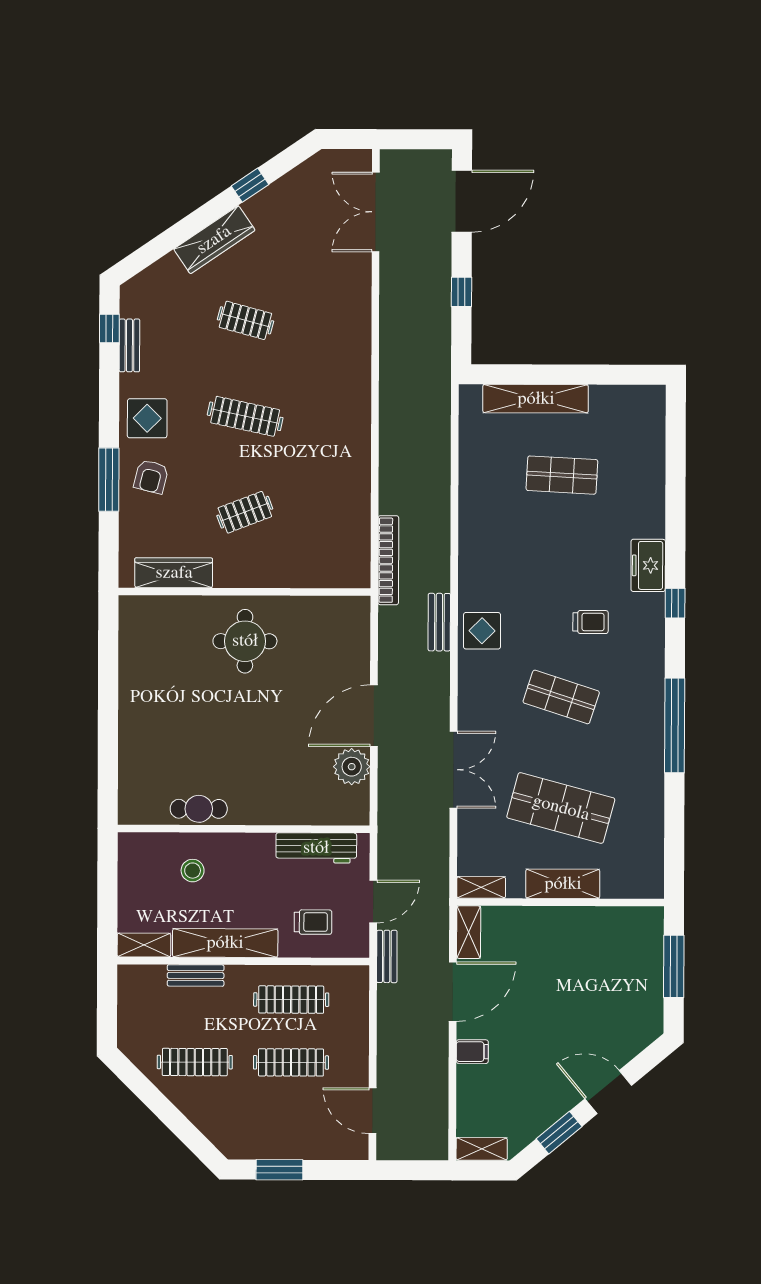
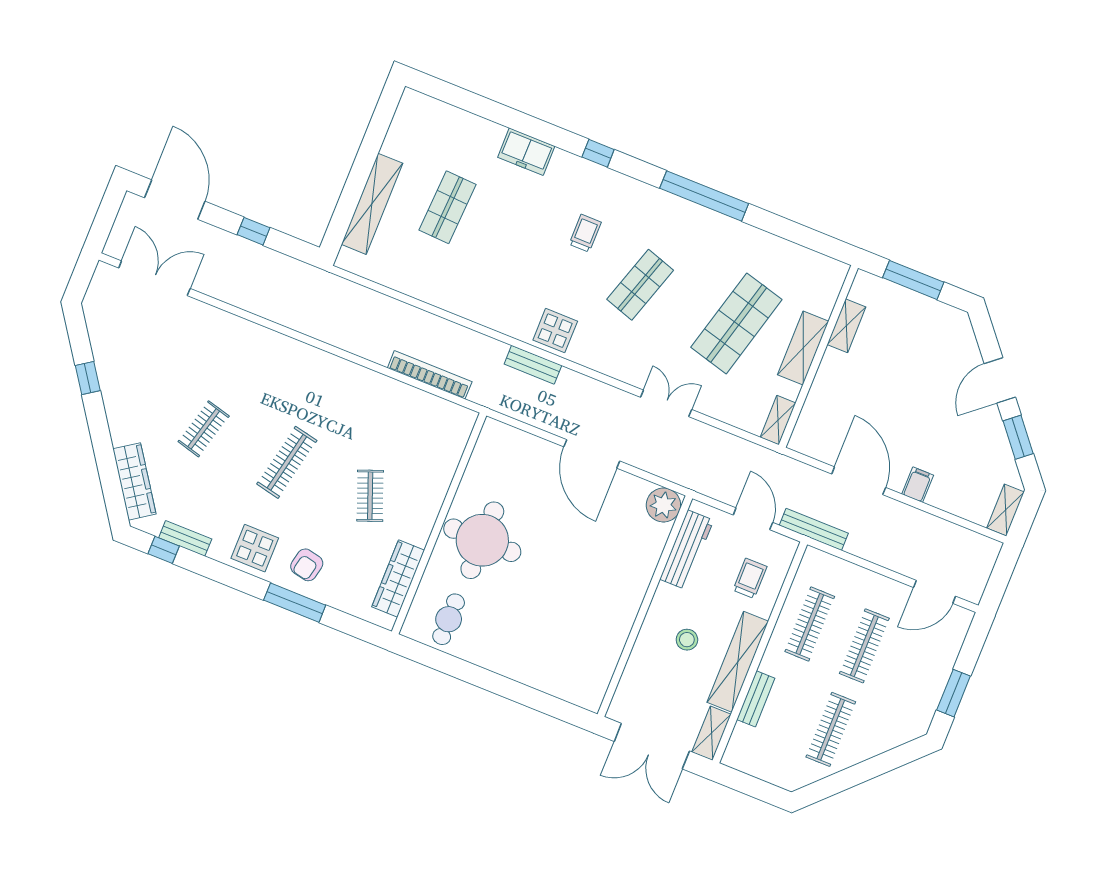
double door: (376, 212) -> (154, 278), swing flipped
wardrobe: (214, 240) -> (134, 481), moved
armchair: (151, 477) -> (307, 565), turned 88
bookcase: (388, 560) -> (430, 375), moved
freezer: (648, 565) -> (526, 152), moved
round table: (245, 641) -> (482, 540), width x1.36, depth x1.36
plant: (352, 767) -> (663, 505), moved
double door: (454, 770) -> (666, 403), width x0.73
cafe table: (199, 809) -> (449, 619), moved
stool: (193, 871) -> (687, 640), moved
double door: (107, 891) -> (652, 746), added
shelving: (469, 932) -> (846, 326), moved, turned 90
bench: (387, 956) -> (814, 529), width x1.36

